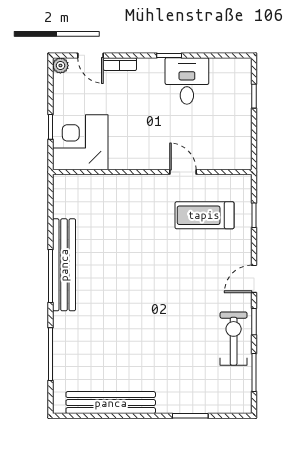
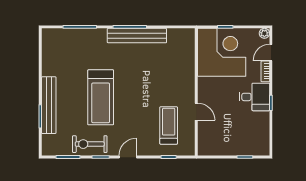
desk: (187, 81) -> (255, 97), moved
corner desk: (80, 142) -> (222, 52), width x1.36, depth x1.36
door: (183, 172) -> (196, 112), hinge flipped
door: (254, 279) -> (128, 157), hinge flipped
treadmill: (161, 322) -> (101, 97), added
exercise bike: (234, 339) -> (90, 144), turned 180
bench: (111, 403) -> (49, 105), moved

